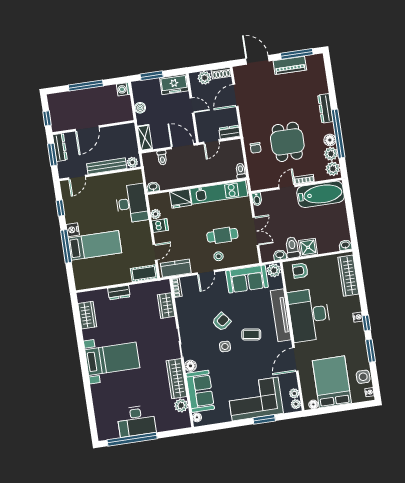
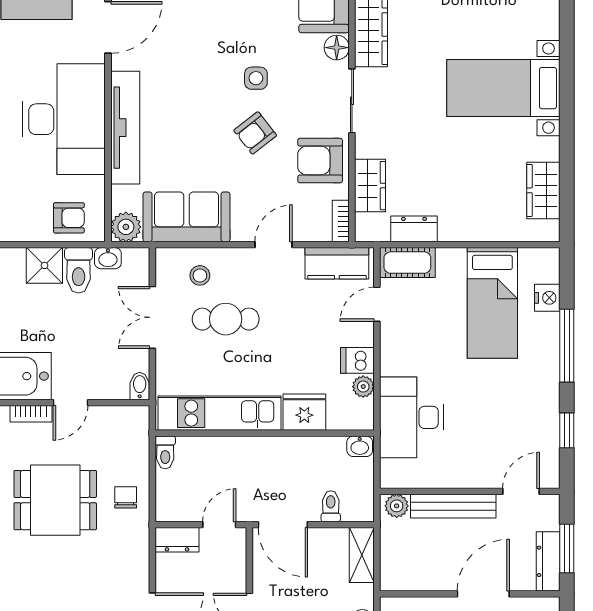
dining table: (287, 142) -> (55, 500), turned 90
nightstand: (73, 230) -> (547, 298), moved
bed: (95, 245) -> (492, 303), moved, turned -90
stool: (219, 256) -> (200, 275), moved
dresser: (119, 293) -> (414, 229), moved
armchair: (190, 314) -> (320, 161), added
coffee table: (251, 335) -> (195, 96), removed

